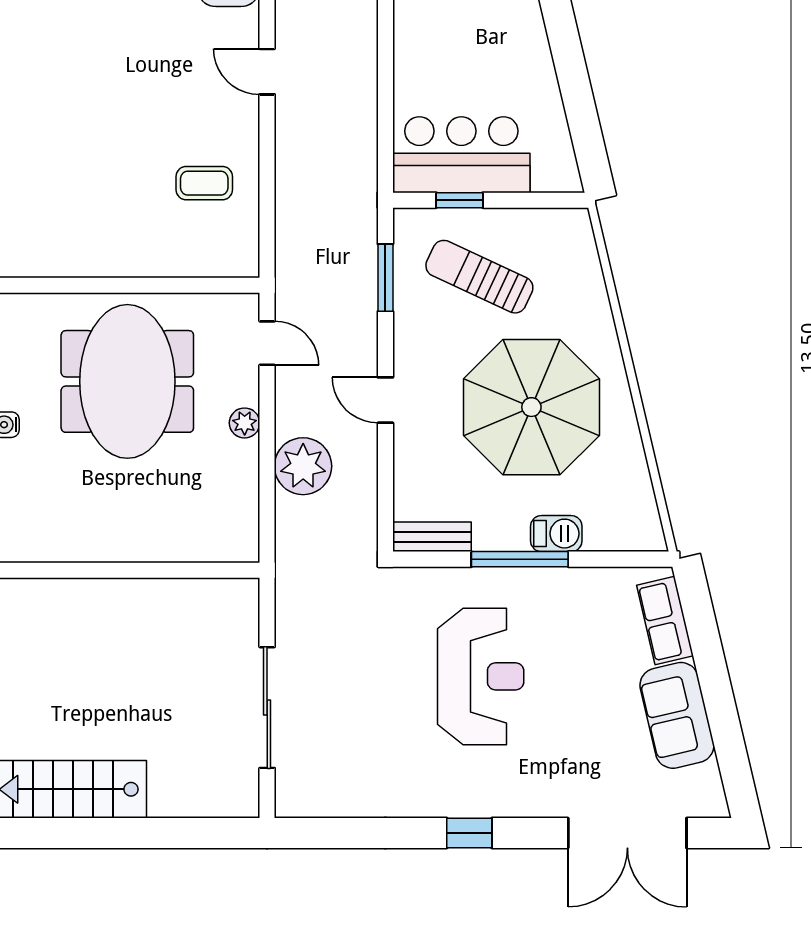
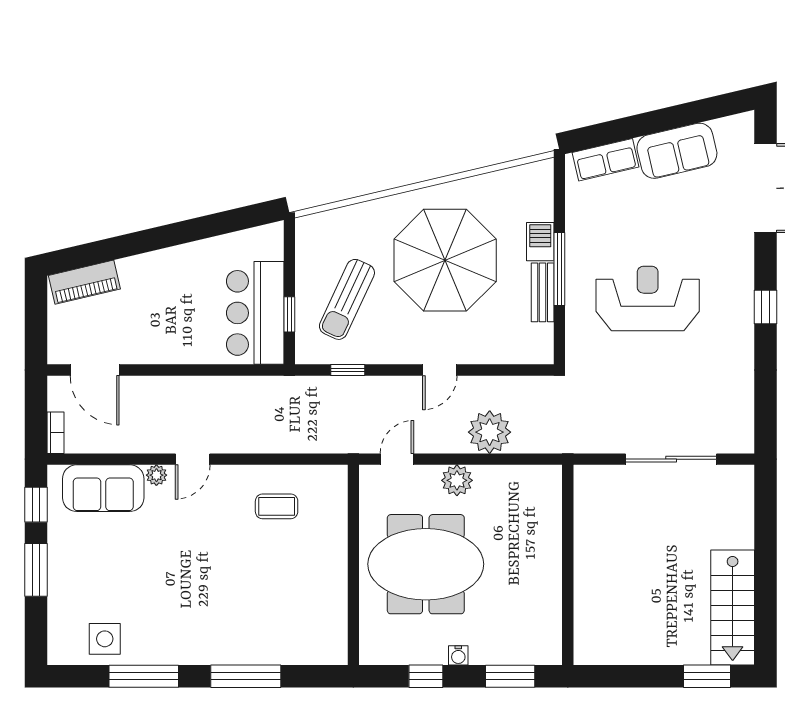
plant: (246, 24) -> (156, 475), added
coffee table: (204, 183) -> (277, 506), turned 90
window: (385, 278) -> (348, 370), width x0.67
plant: (245, 423) -> (457, 480), width x1.38, depth x1.38
bench: (432, 537) -> (543, 292), moved

